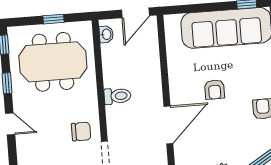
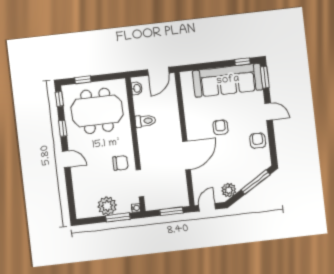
window: (54, 19) -> (83, 80), moved
armchair: (215, 89) -> (220, 127), turned 180
toilet: (117, 96) -> (145, 121), moved

